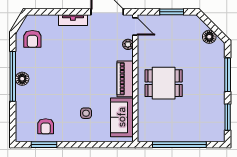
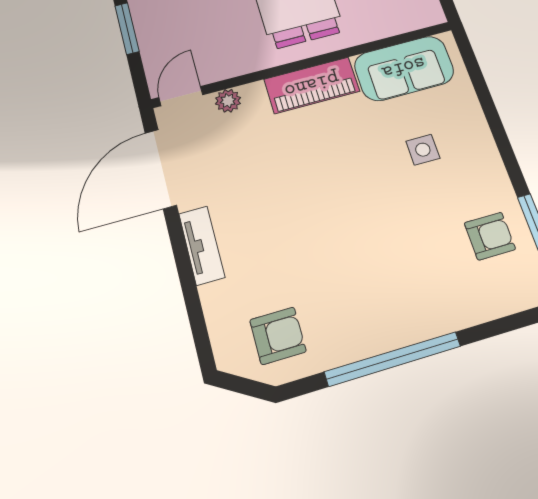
floor lamp: (22, 79) -> (391, 332), removed

